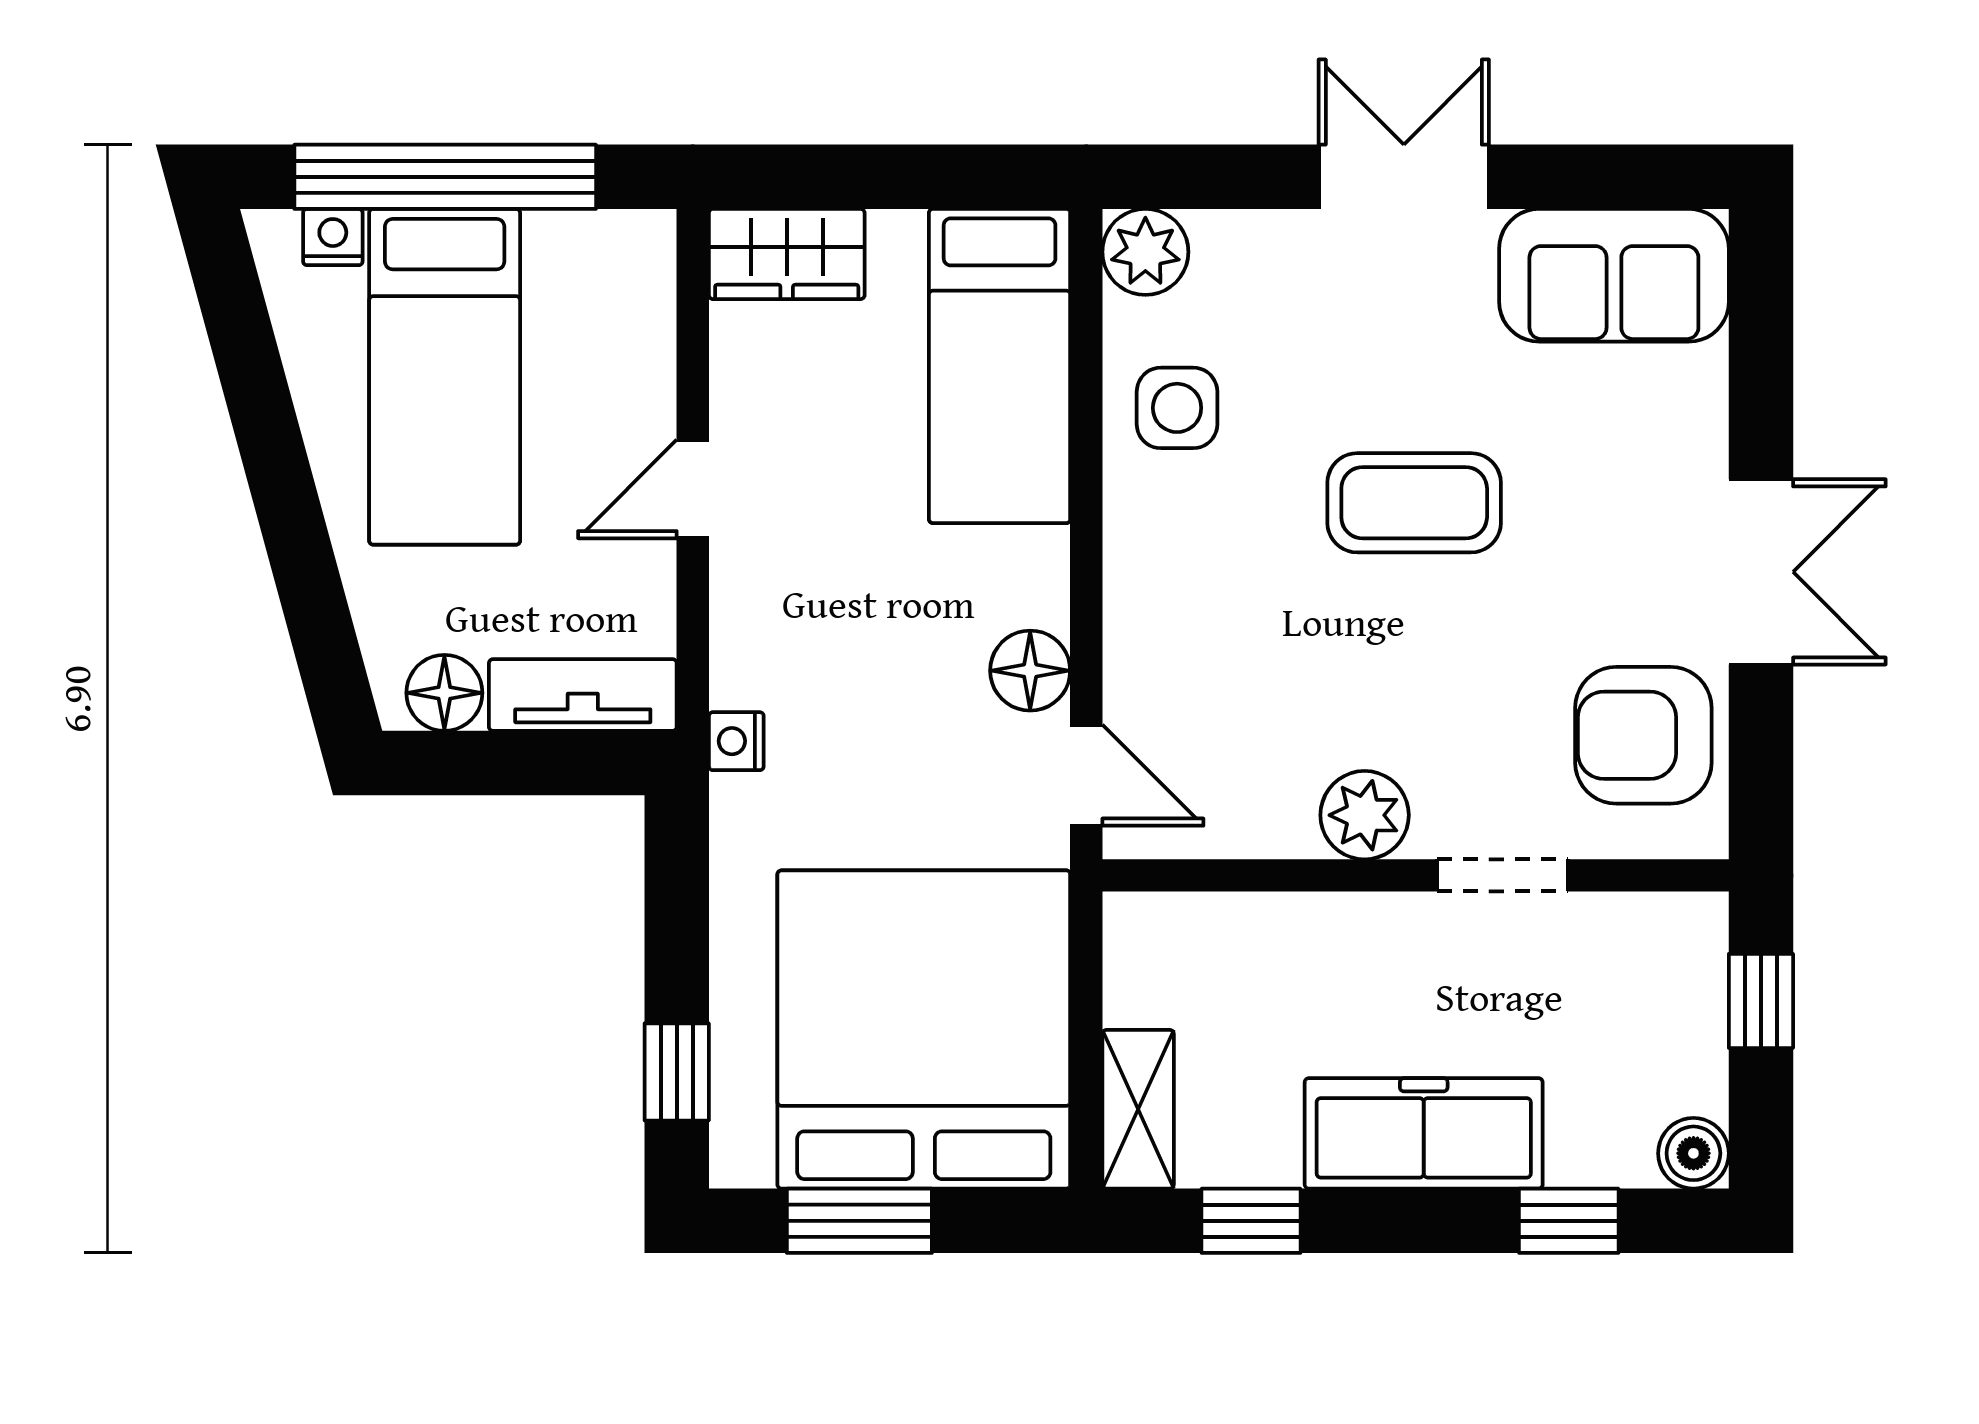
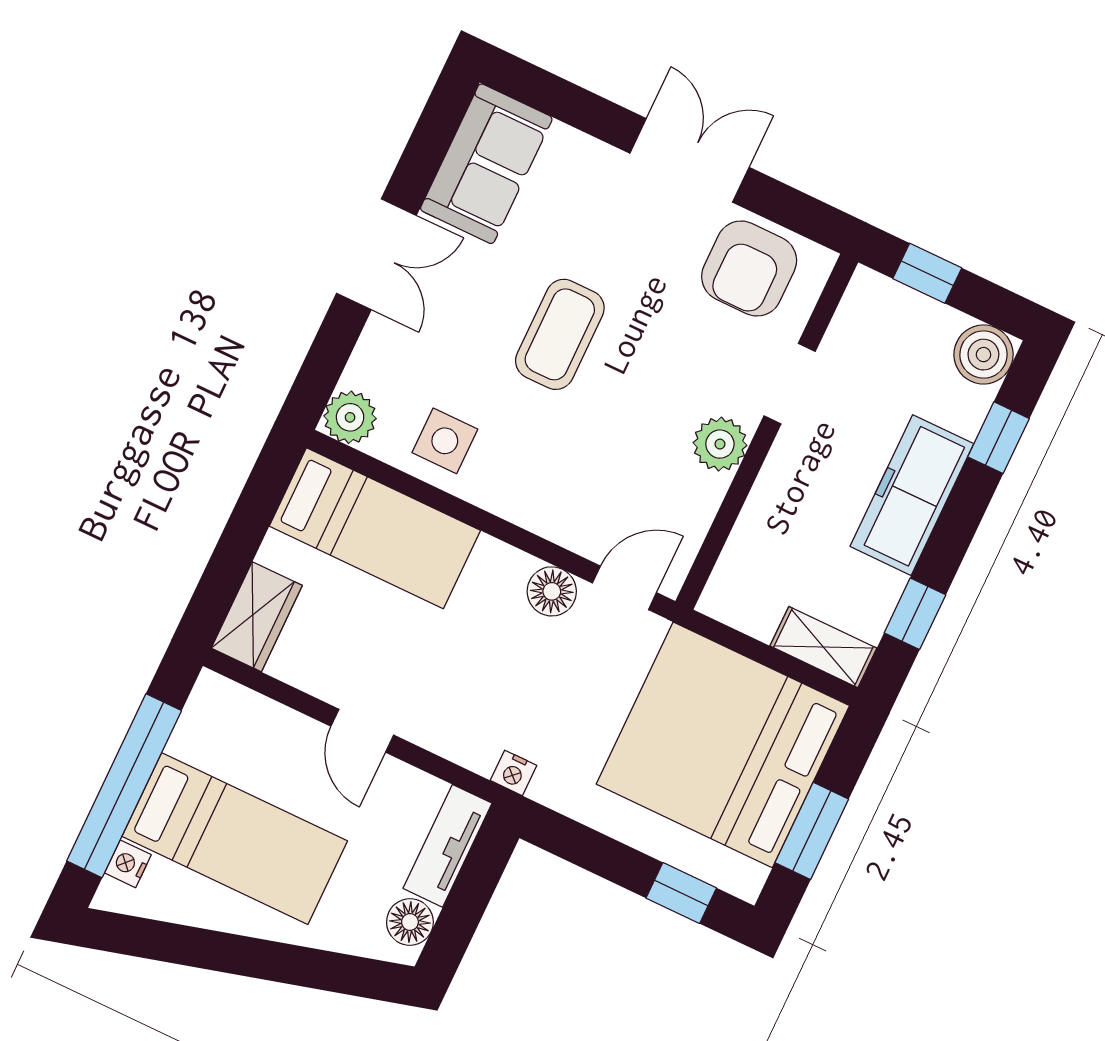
double door: (1404, 177) -> (376, 254), swing flipped
boiler: (1693, 1153) -> (983, 355), width x1.36, depth x1.36

